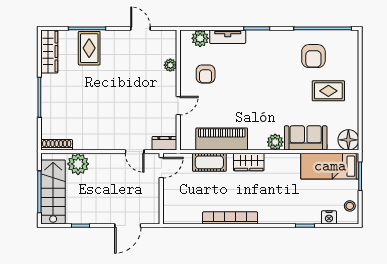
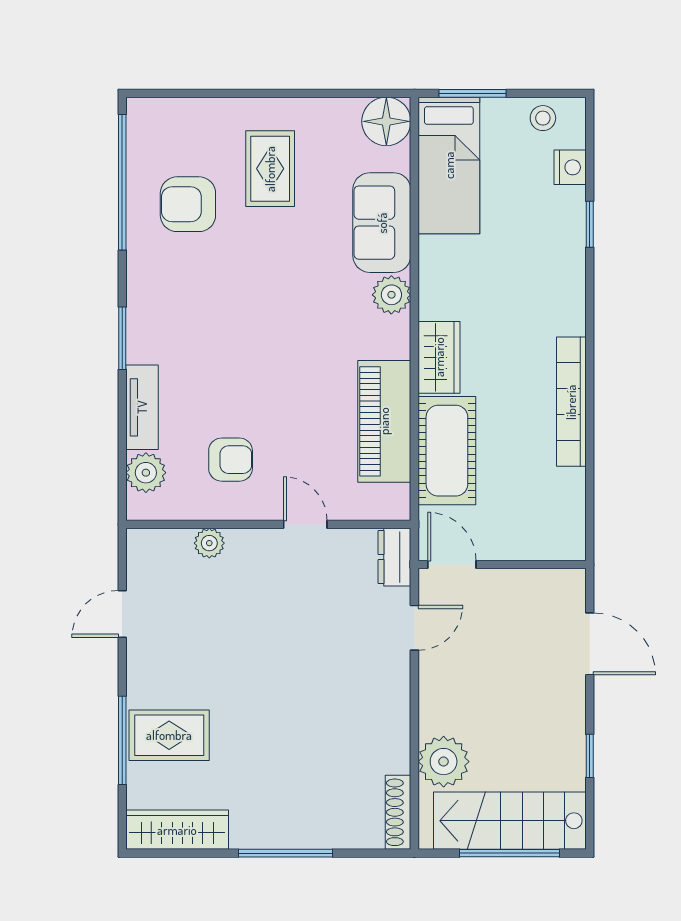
armchair: (313, 56) -> (188, 204), turned 180
cot: (209, 162) -> (447, 451), width x1.37, depth x1.34

